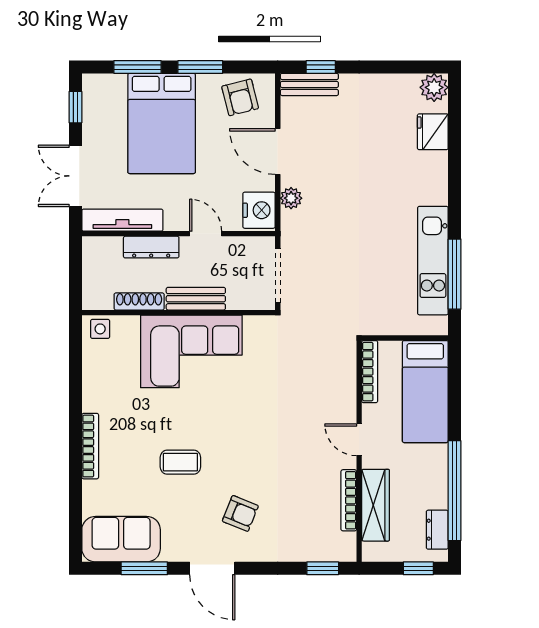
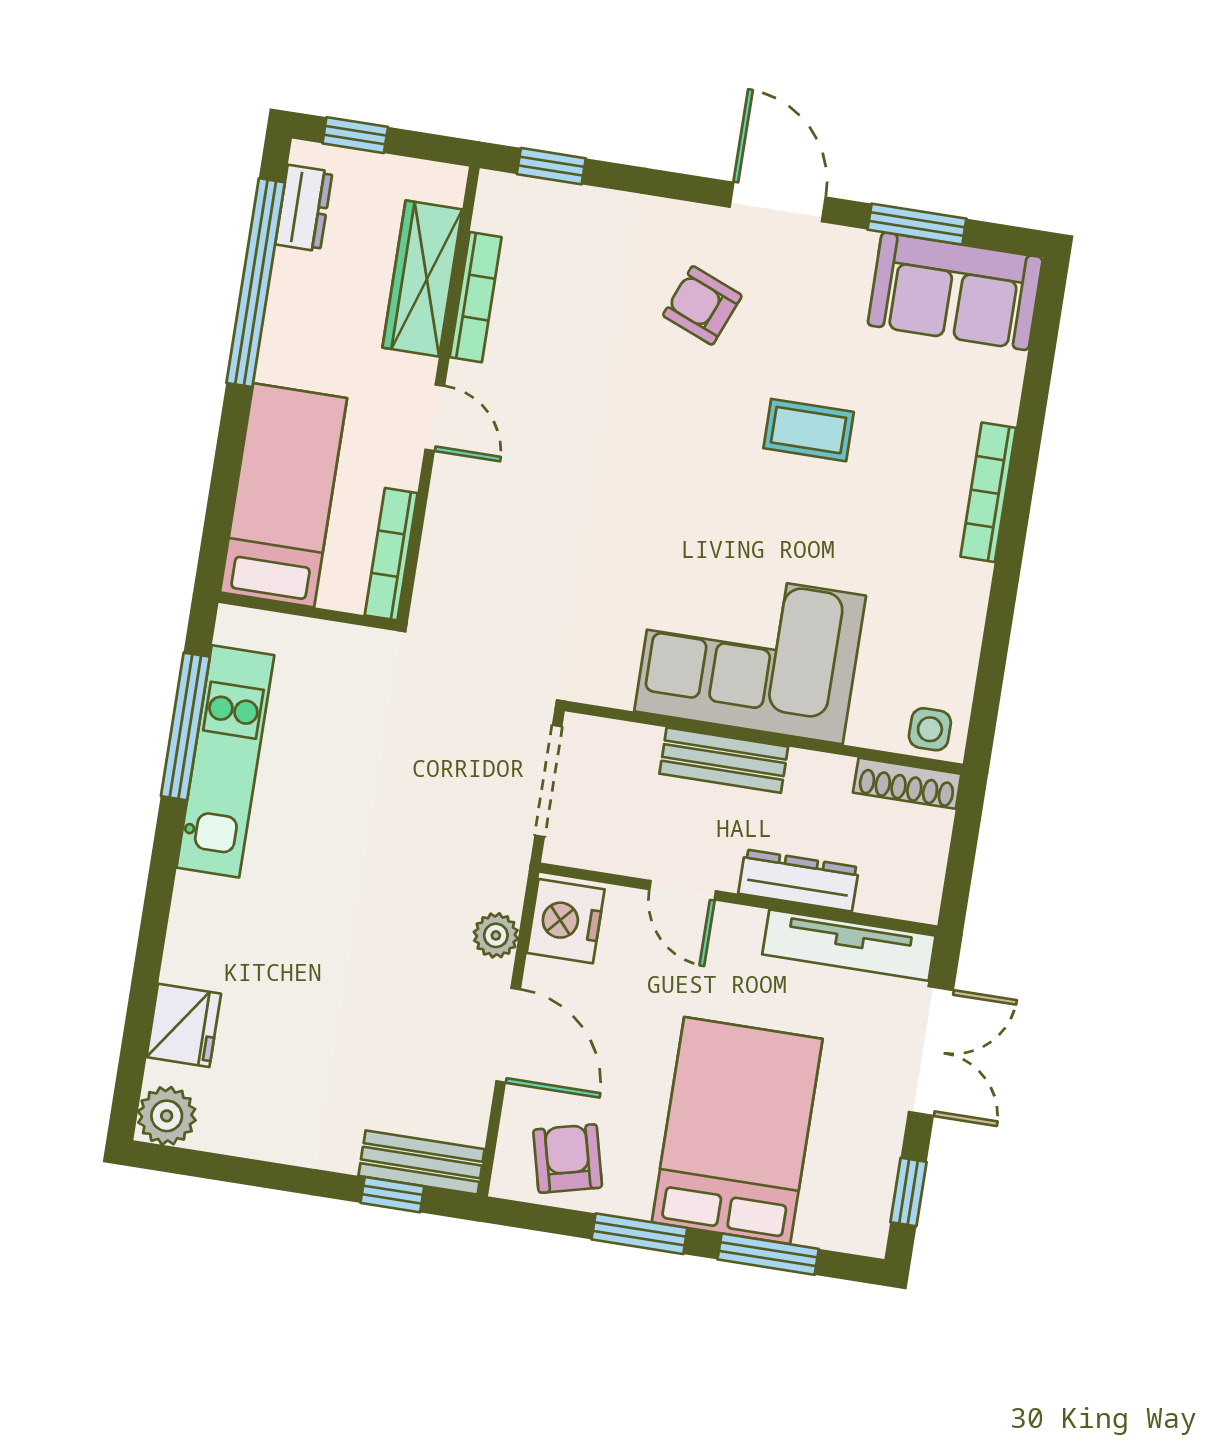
shoe rack: (139, 301) -> (907, 783), moved

